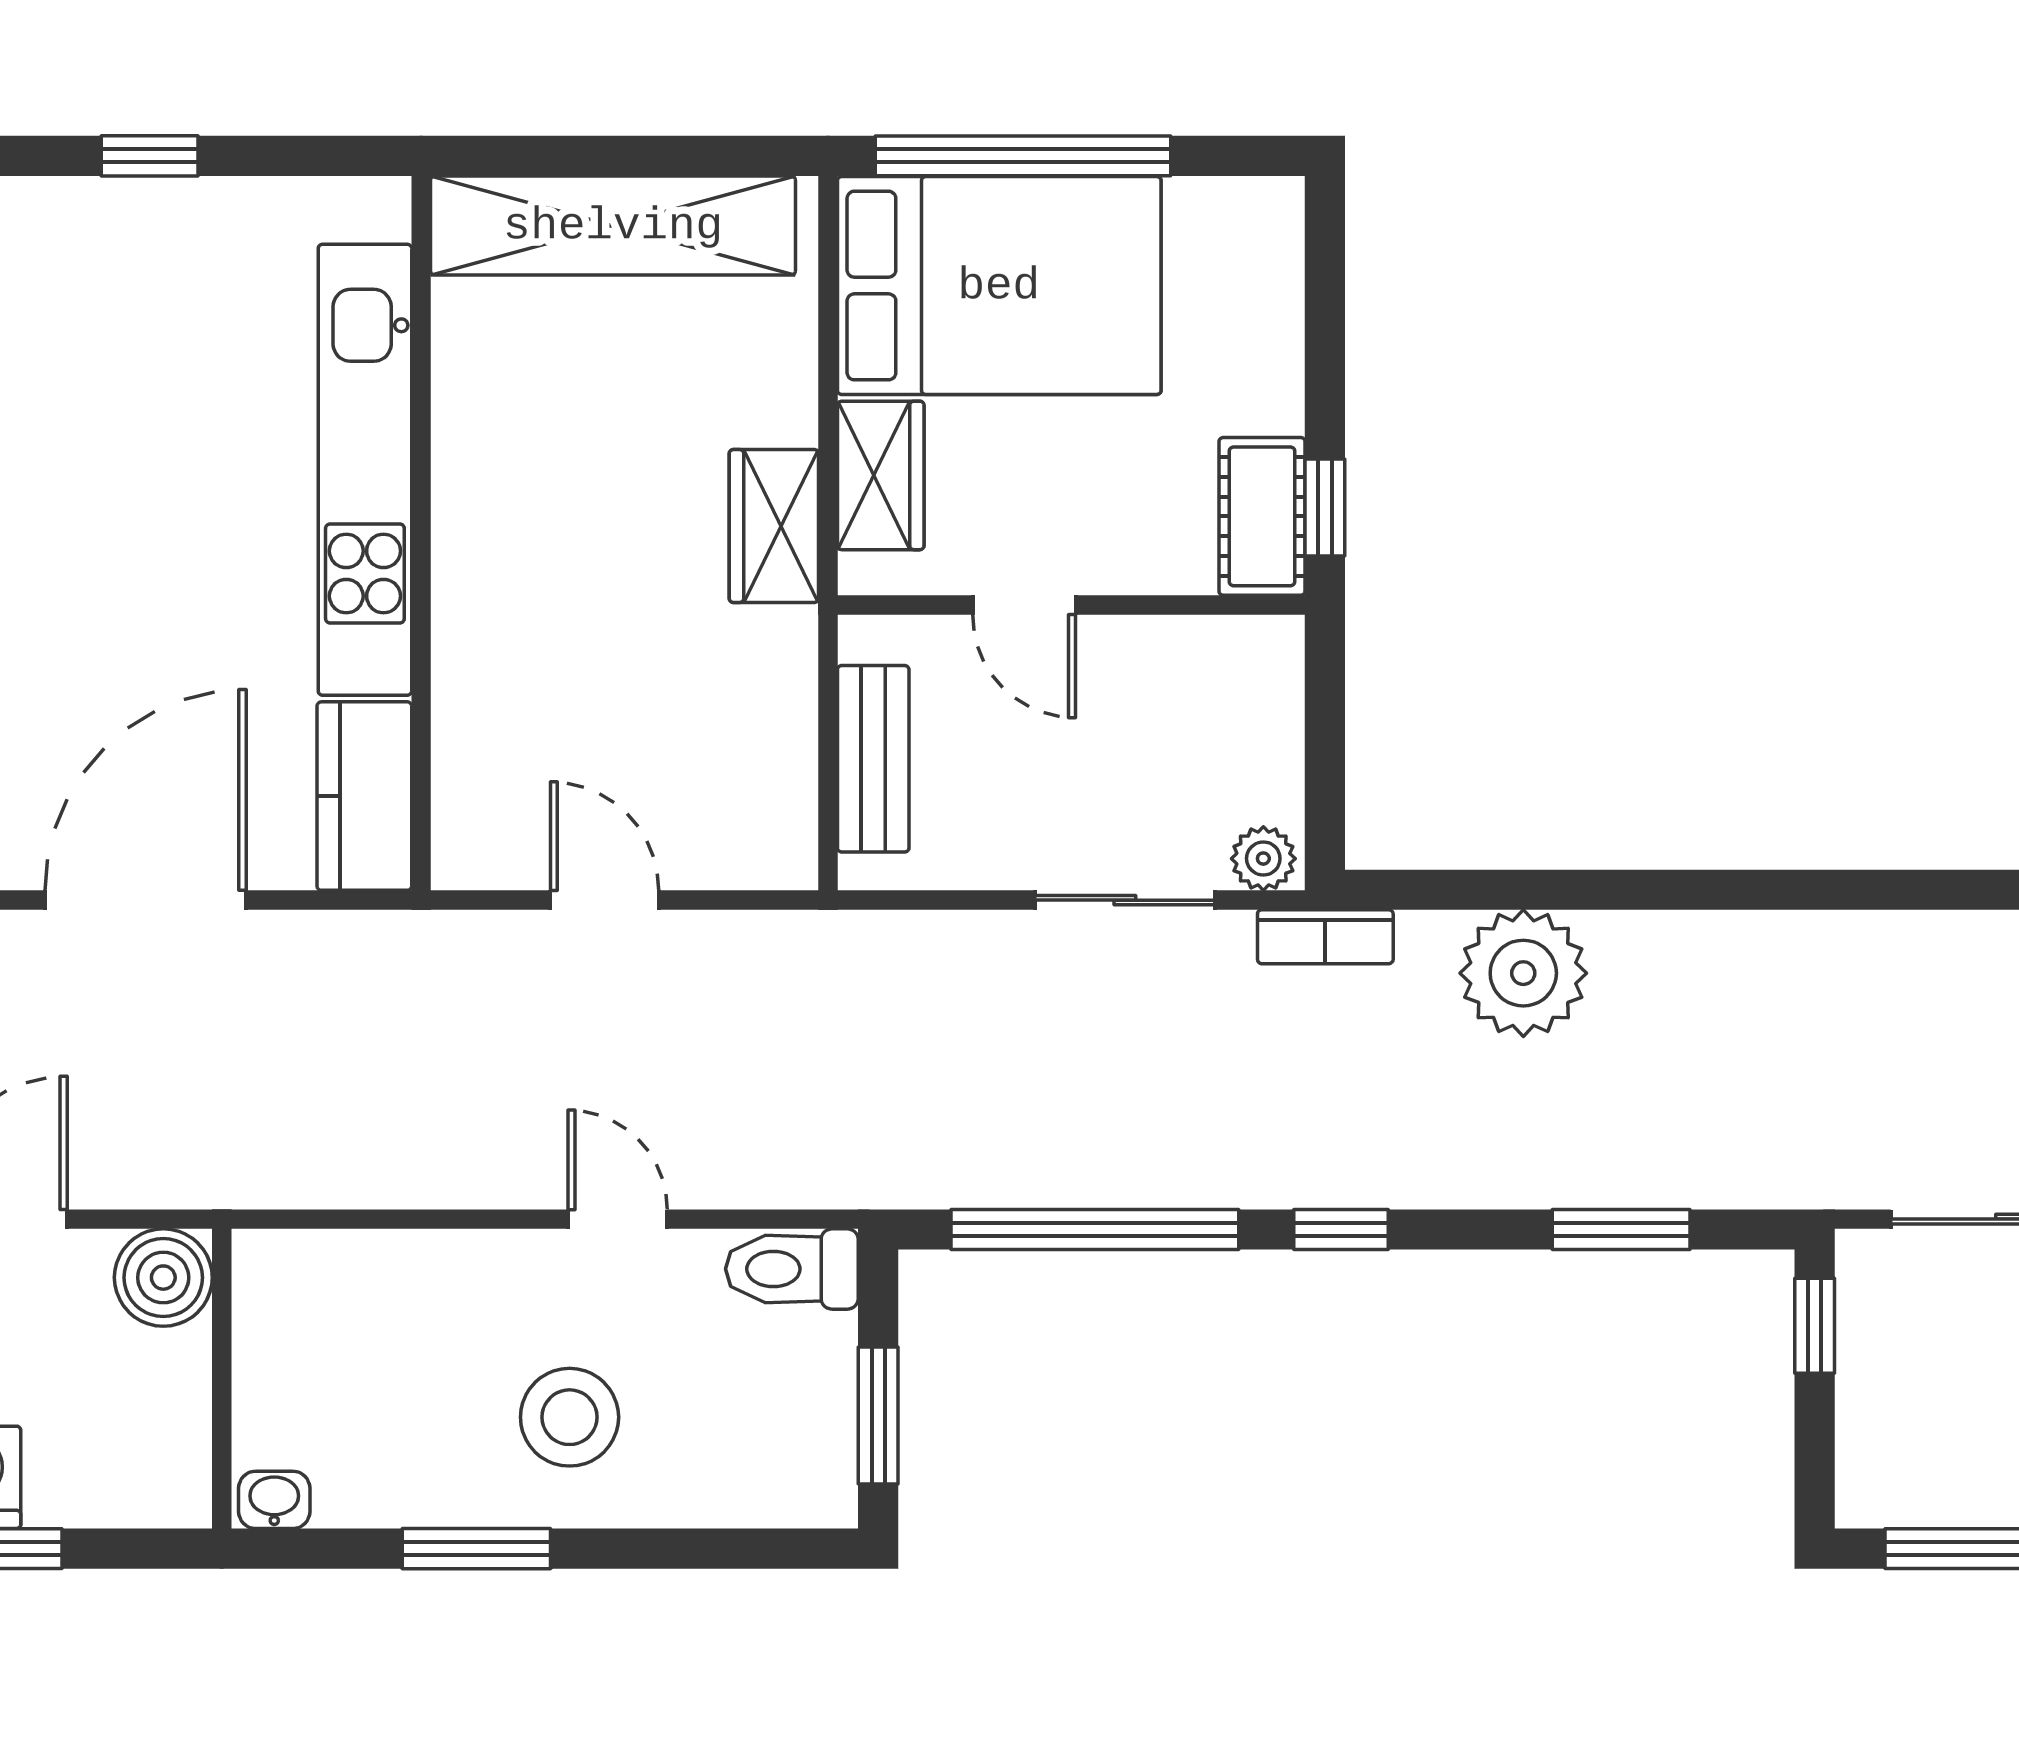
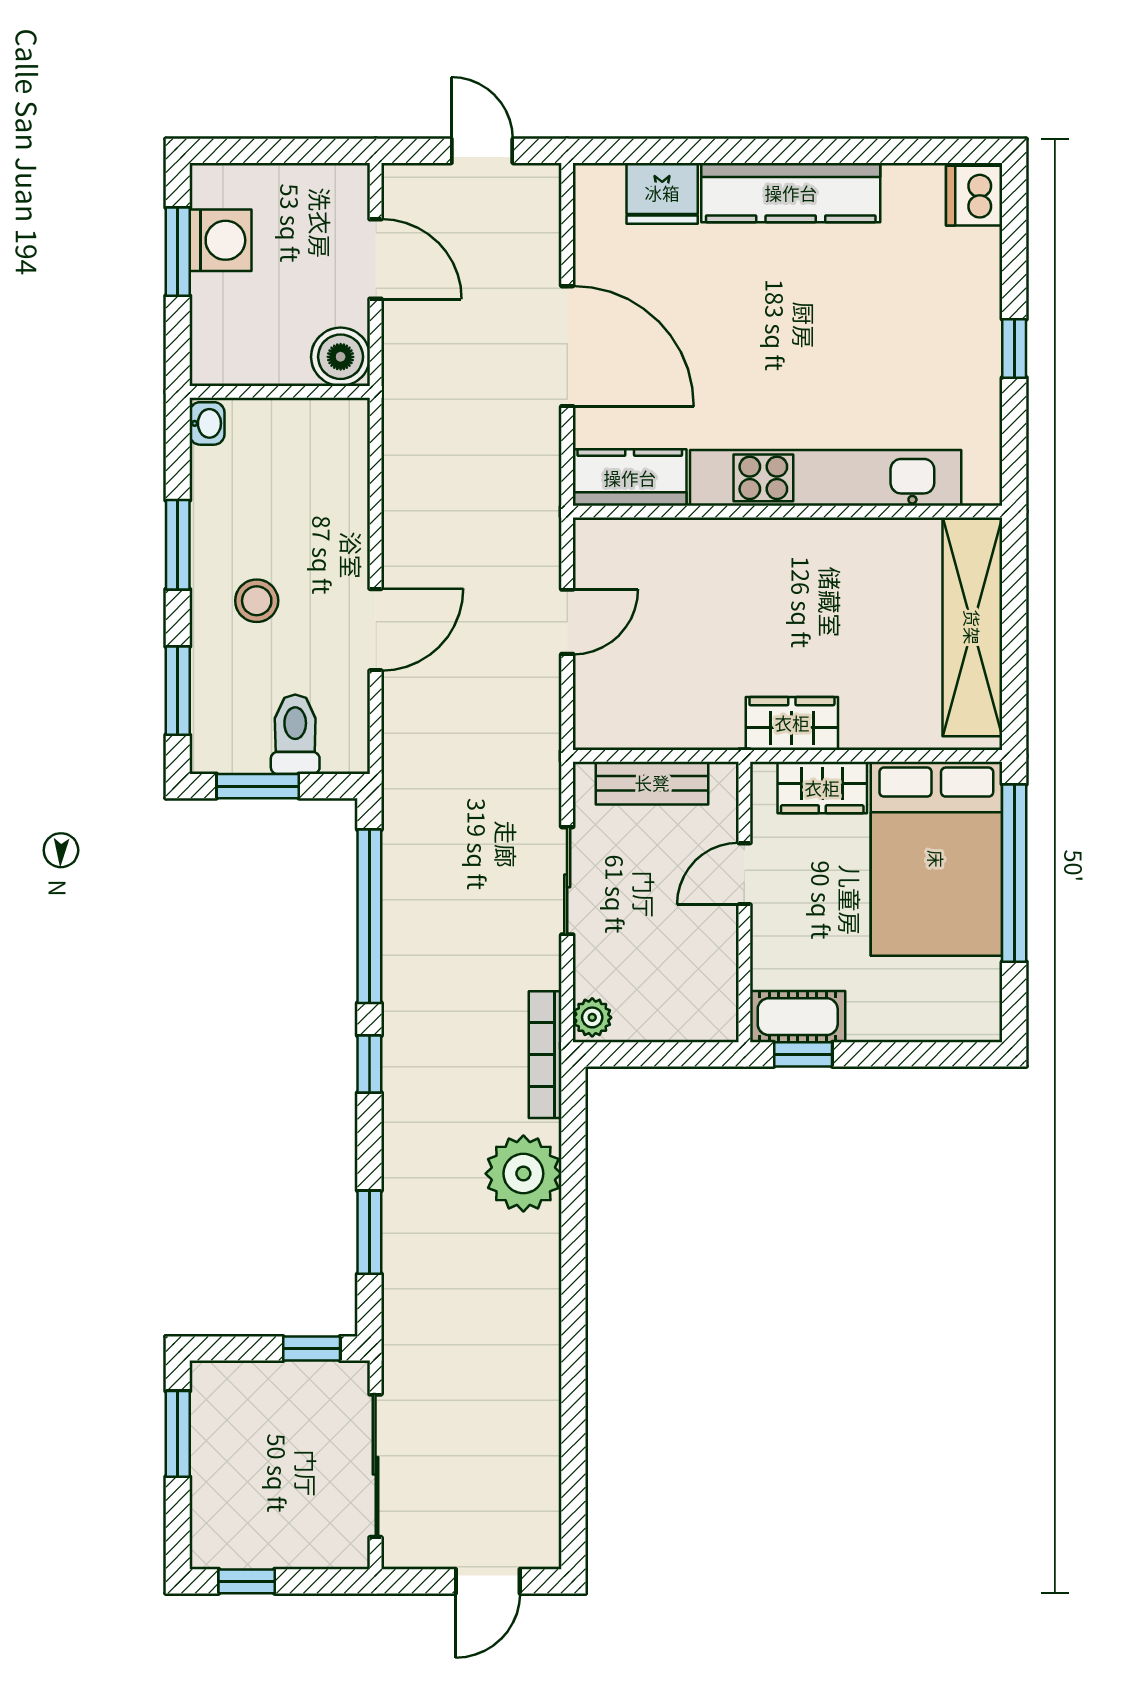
sliding door: (1125, 900) -> (567, 881), moved
bookcase: (1325, 937) -> (545, 1055), width x1.56
door: (618, 1219) -> (376, 630), width x1.38
toilet: (792, 1269) -> (295, 734), moved
stool: (570, 1417) -> (257, 601), width x0.73, depth x0.73
window: (719, 1549) -> (178, 691), added

